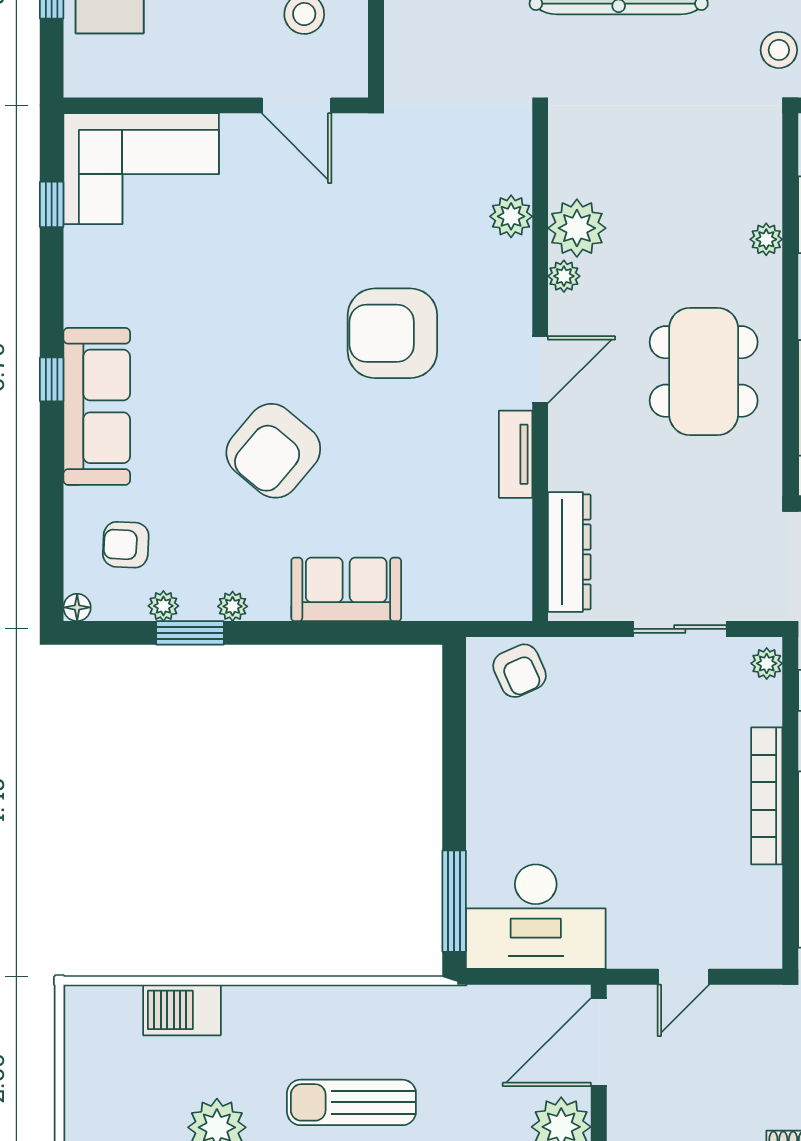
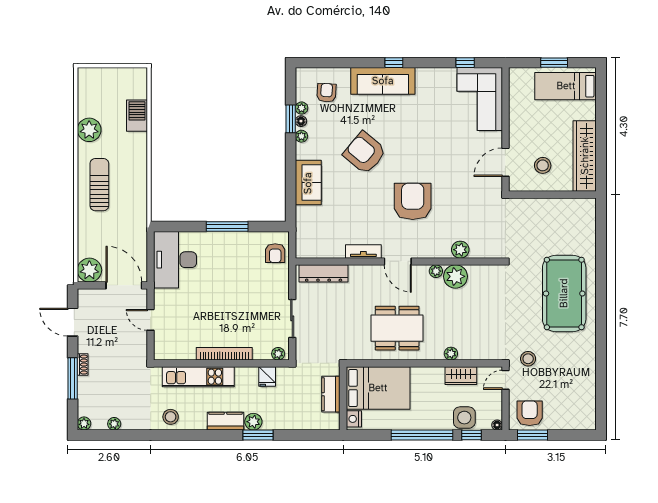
floor lamp: (77, 607) -> (301, 121), moved
armchair: (520, 671) -> (275, 253), turned -66
window: (454, 901) -> (227, 226), moved

